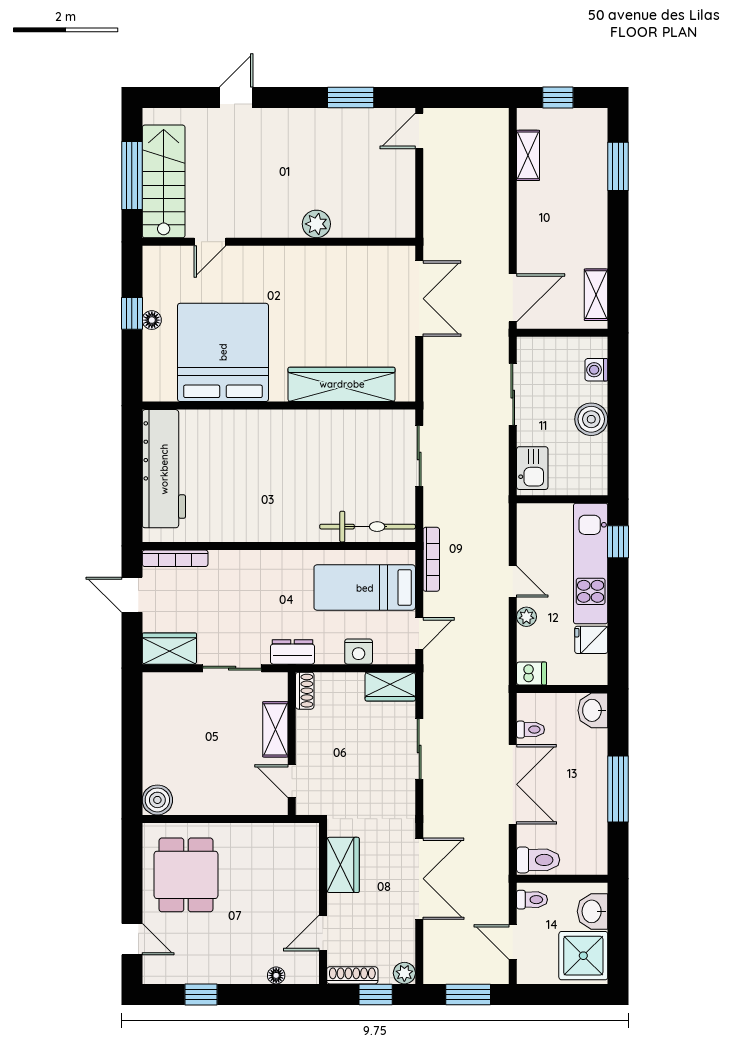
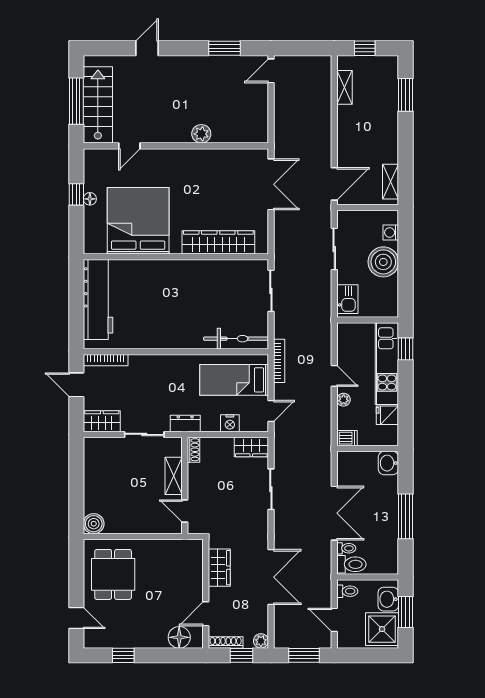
boiler: (591, 419) -> (383, 262), width x1.37, depth x1.37
toilet: (531, 730) -> (346, 548), moved
window: (618, 930) -> (406, 612), added
floor lamp: (276, 975) -> (179, 637), width x1.89, depth x1.89

